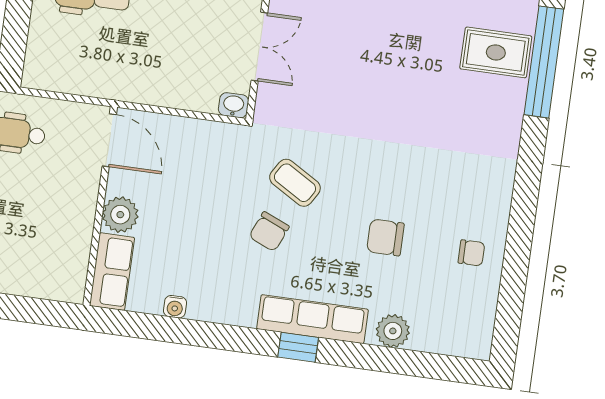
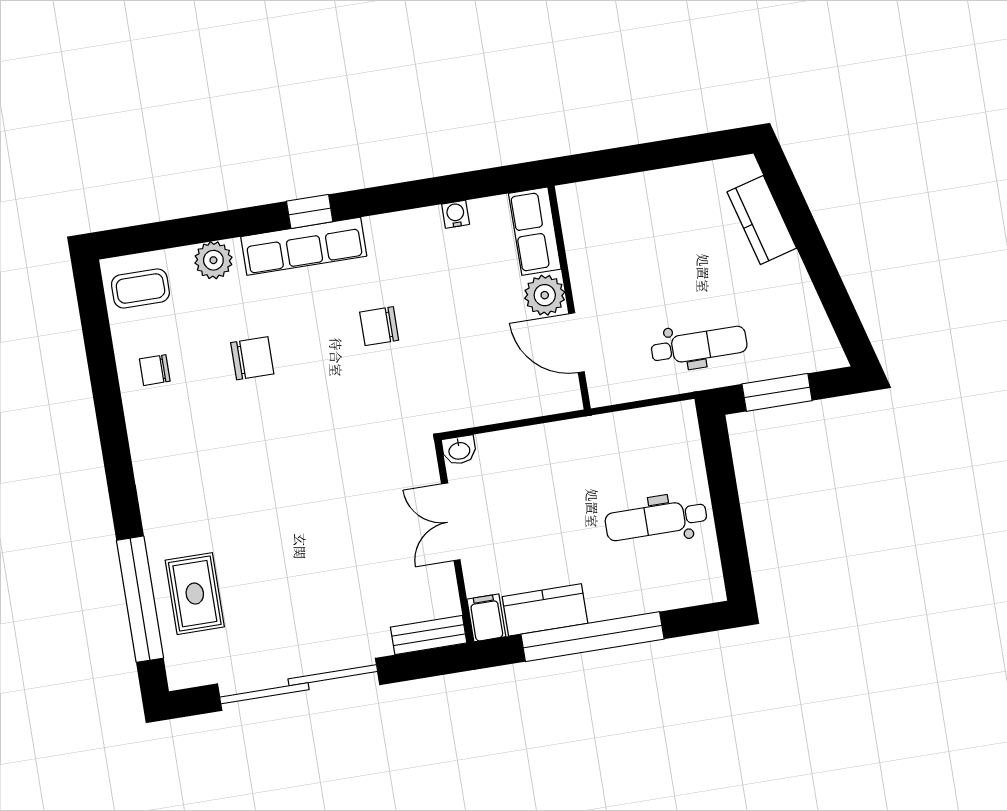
rug: (496, 52) -> (195, 594), turned 90
door: (109, 140) -> (577, 343), moved
coffee table: (295, 183) -> (140, 288), moved, turned -31
chair: (269, 232) -> (379, 326), turned -113

